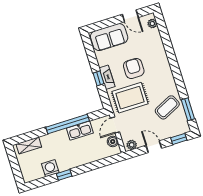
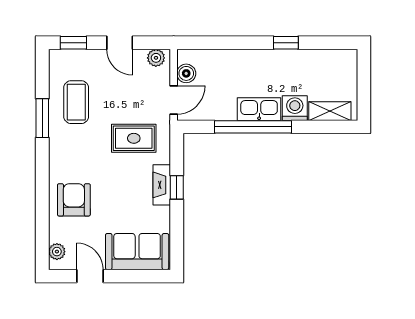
armchair: (134, 68) -> (74, 200), moved, turned 180
rug: (130, 98) -> (134, 138), width x0.73, depth x0.70
coffee table: (167, 107) -> (76, 102), turned -64
window: (188, 109) -> (42, 118), moved
kitchen sink: (80, 131) -> (259, 109), moved
washing machine: (50, 168) -> (295, 108), moved, turned 180

